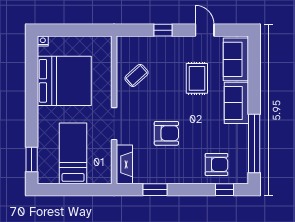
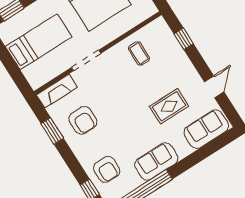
window: (163, 30) -> (184, 39), moved
coffee table: (136, 75) -> (139, 53), turned 42
sofa: (236, 103) -> (156, 161), moved
armchair: (166, 133) -> (83, 120), moved

